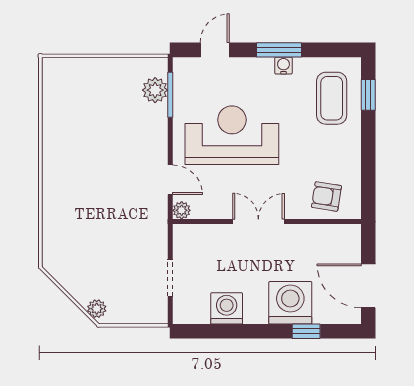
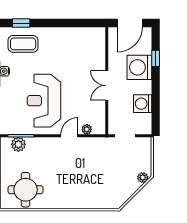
round table: (75, 103) -> (26, 190), added
armchair: (326, 196) -> (79, 47), removed
double door: (258, 222) -> (107, 86), moved
wall: (267, 222) -> (107, 81), moved

